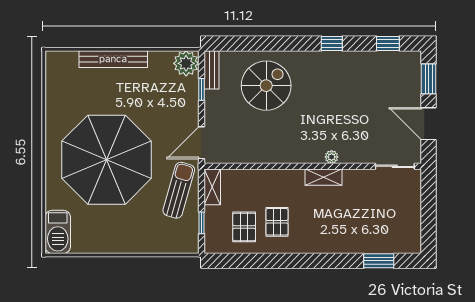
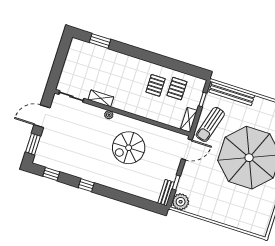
bench: (113, 59) -> (232, 94), moved
spiral stairs: (266, 86) -> (129, 148), moved
door: (429, 124) -> (42, 116), swing flipped
shelving: (324, 177) -> (101, 98), moved

